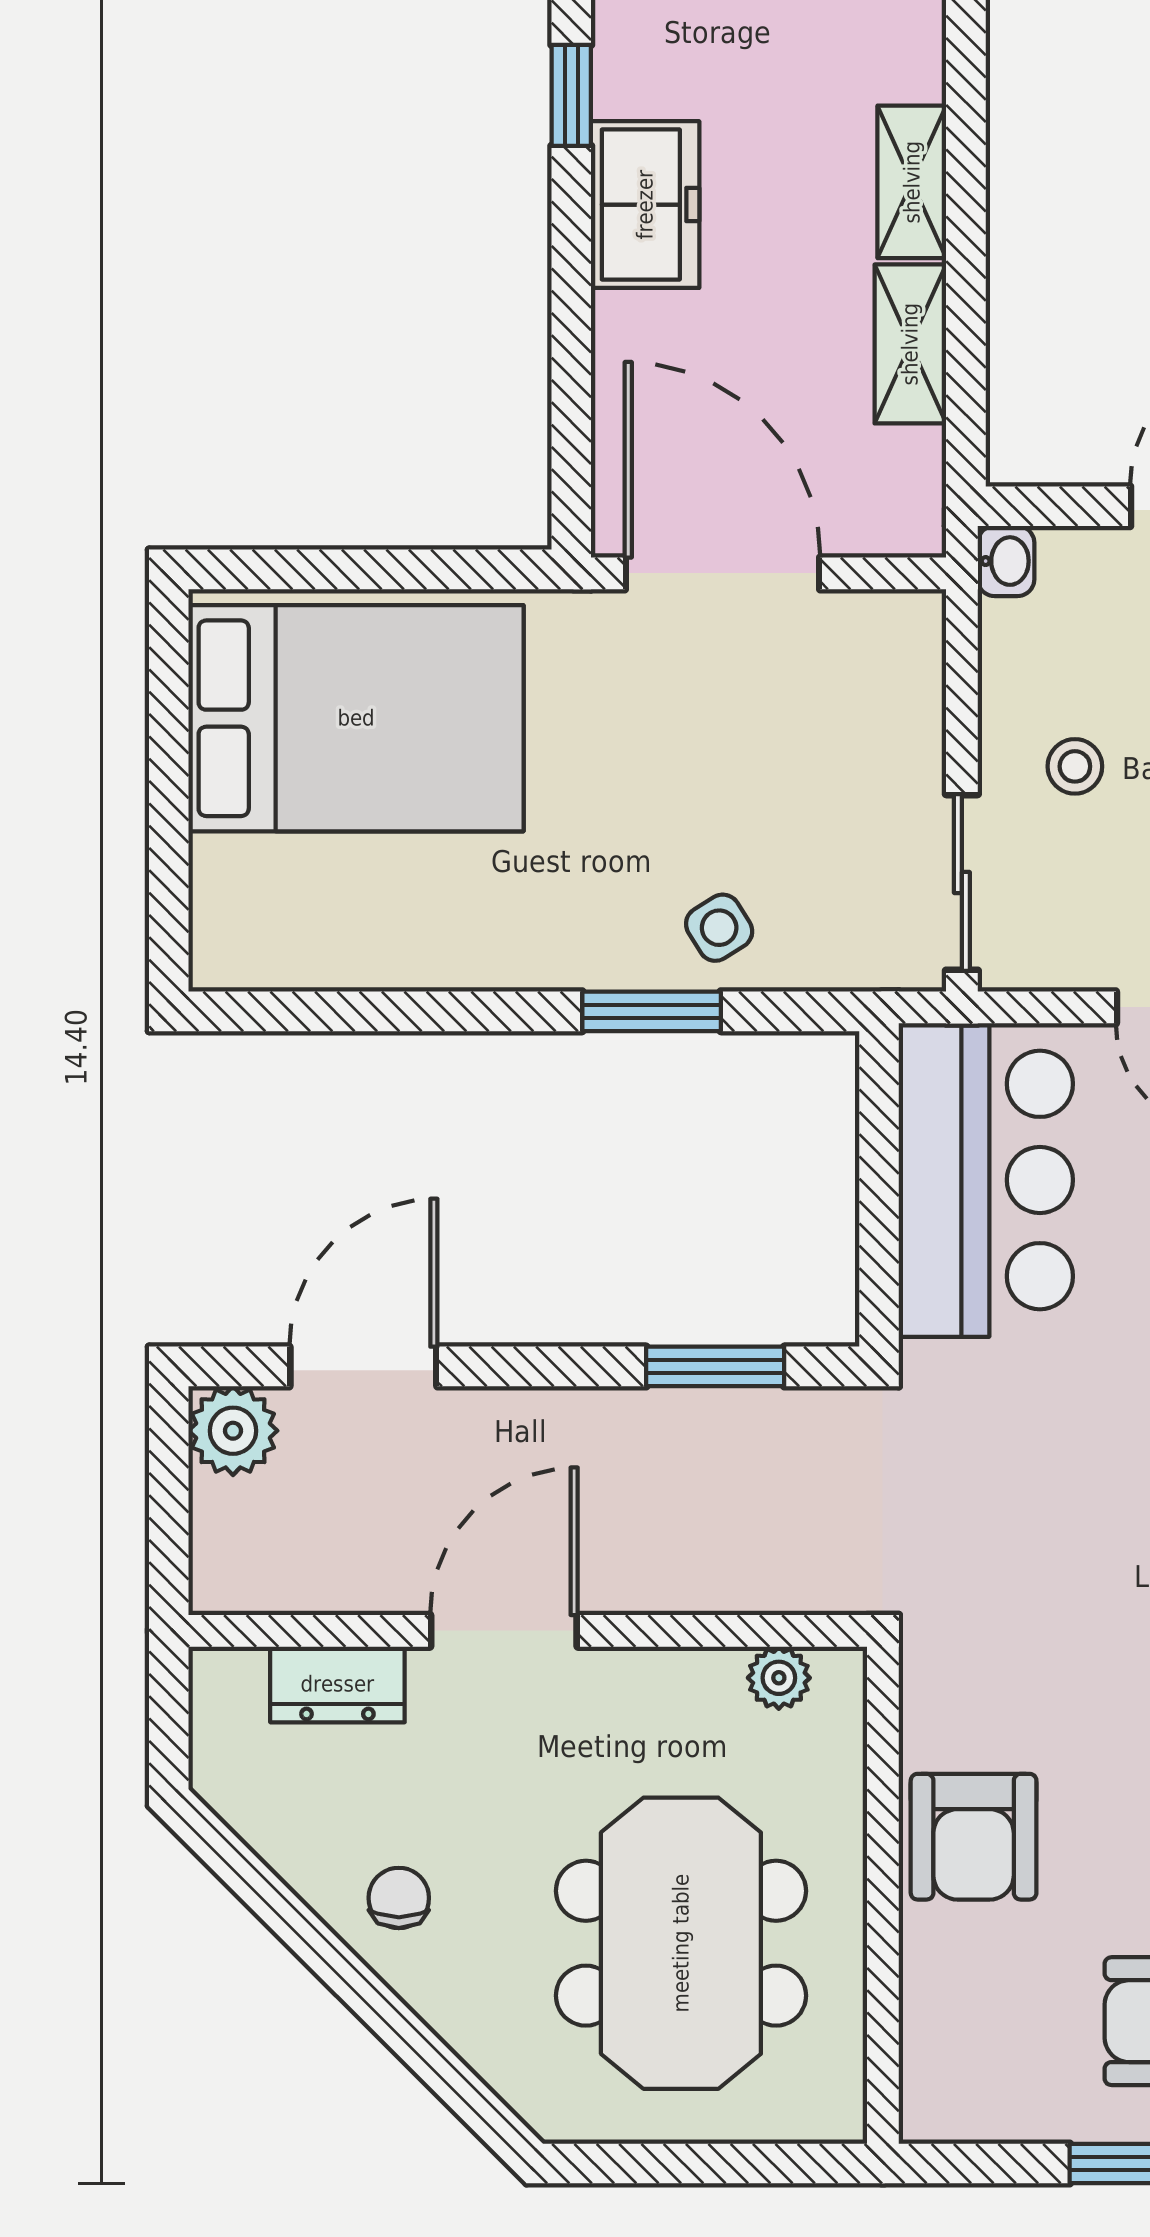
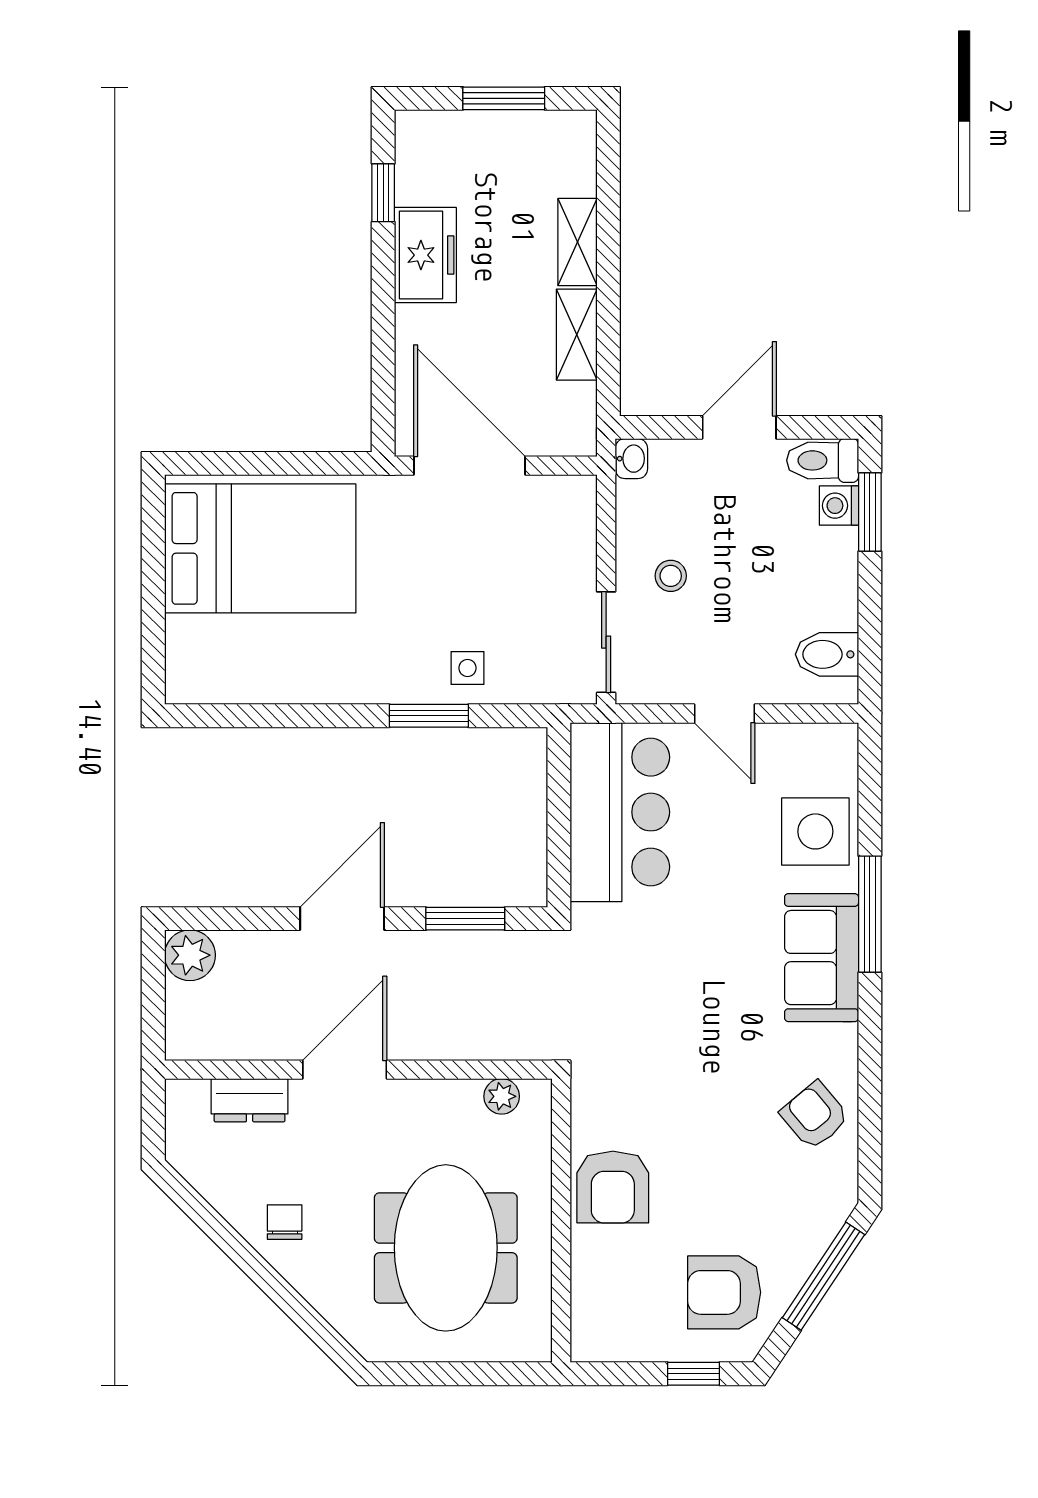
side table: (719, 928) -> (468, 668), turned 32
door: (363, 1366) -> (342, 919), moved

